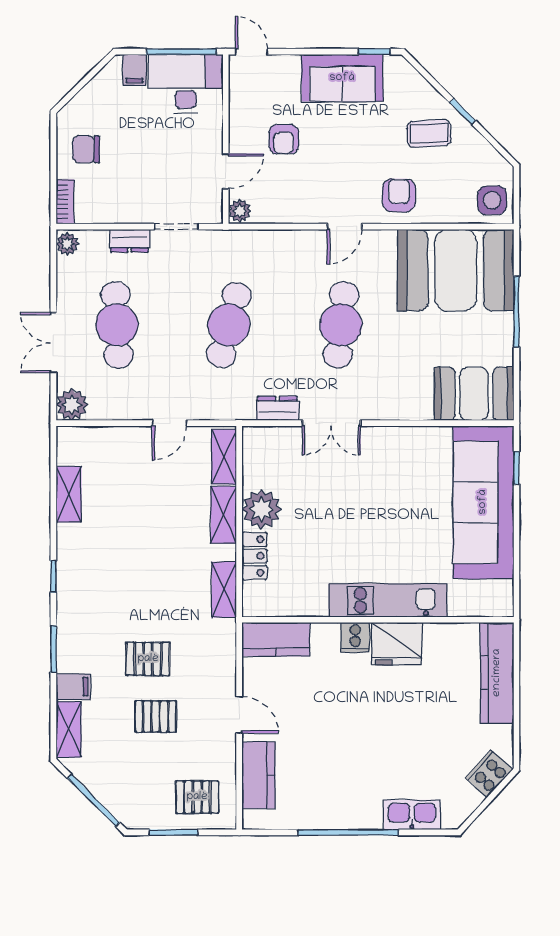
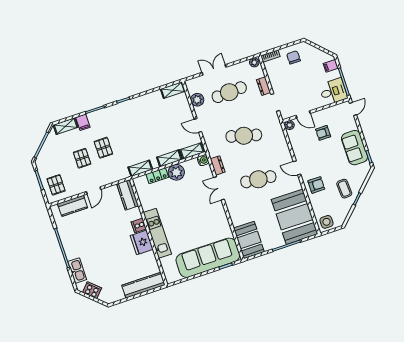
desk: (186, 84) -> (333, 91), width x0.73
plant: (72, 405) -> (197, 100), moved
water cooler: (254, 438) -> (203, 160), added
shelving: (69, 494) -> (173, 90), moved
cooker: (489, 774) -> (92, 290), moved

